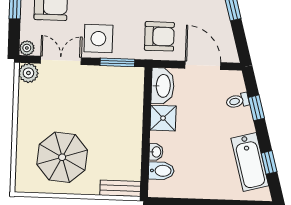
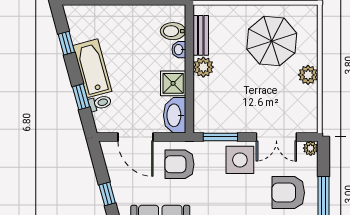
plant: (28, 73) -> (308, 75), moved
plant: (132, 133) -> (203, 67), added
bathtub: (250, 162) -> (92, 68), moved
bench: (120, 188) -> (201, 35), moved, turned 90

